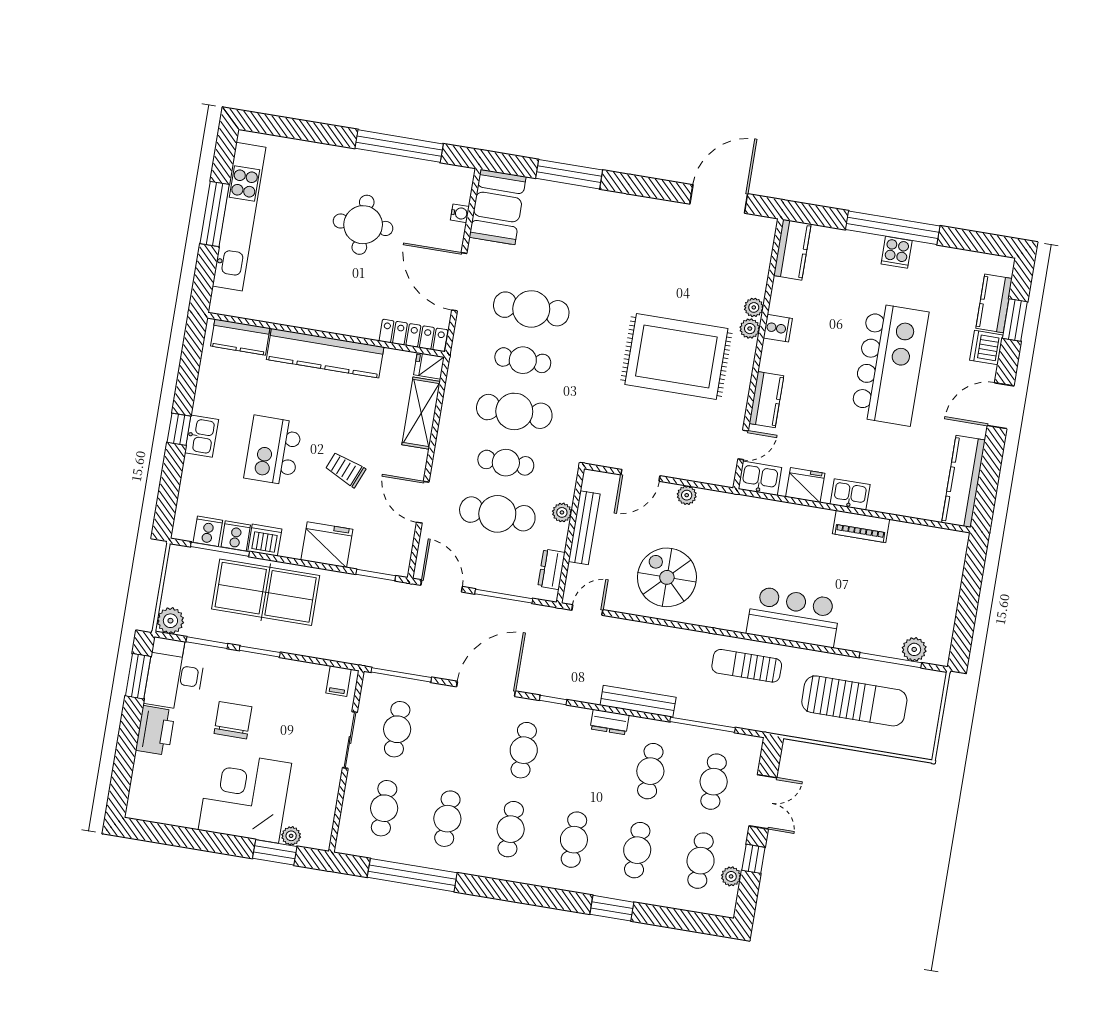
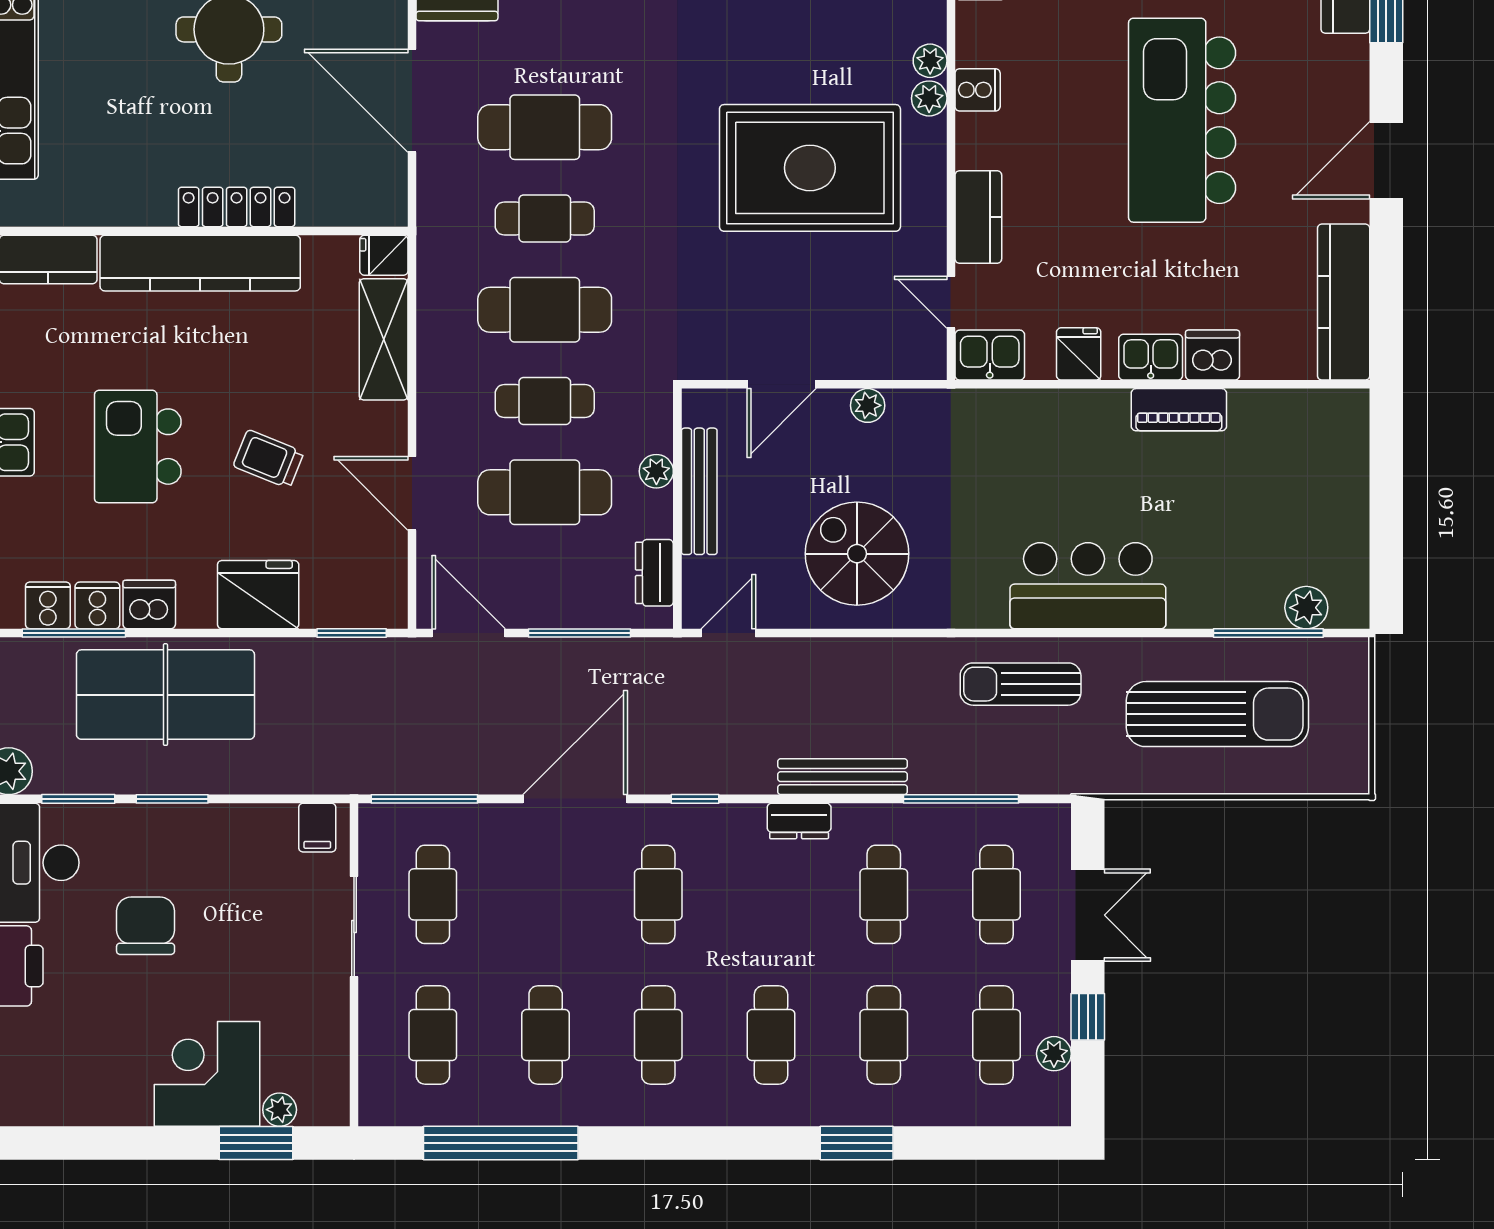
locker: (413, 335) -> (237, 207), moved
dishwasher: (986, 348) -> (1213, 355), moved, turned 90
kitchen island: (890, 364) -> (1182, 120), turned 180
door: (743, 445) -> (951, 302), swing flipped
fridge: (805, 485) -> (1079, 354), width x0.72
corner desk: (245, 797) -> (207, 1074), width x0.74, depth x0.74

